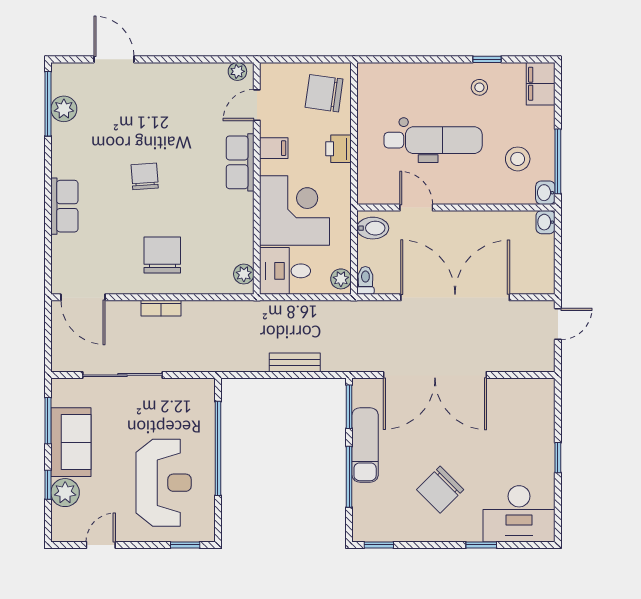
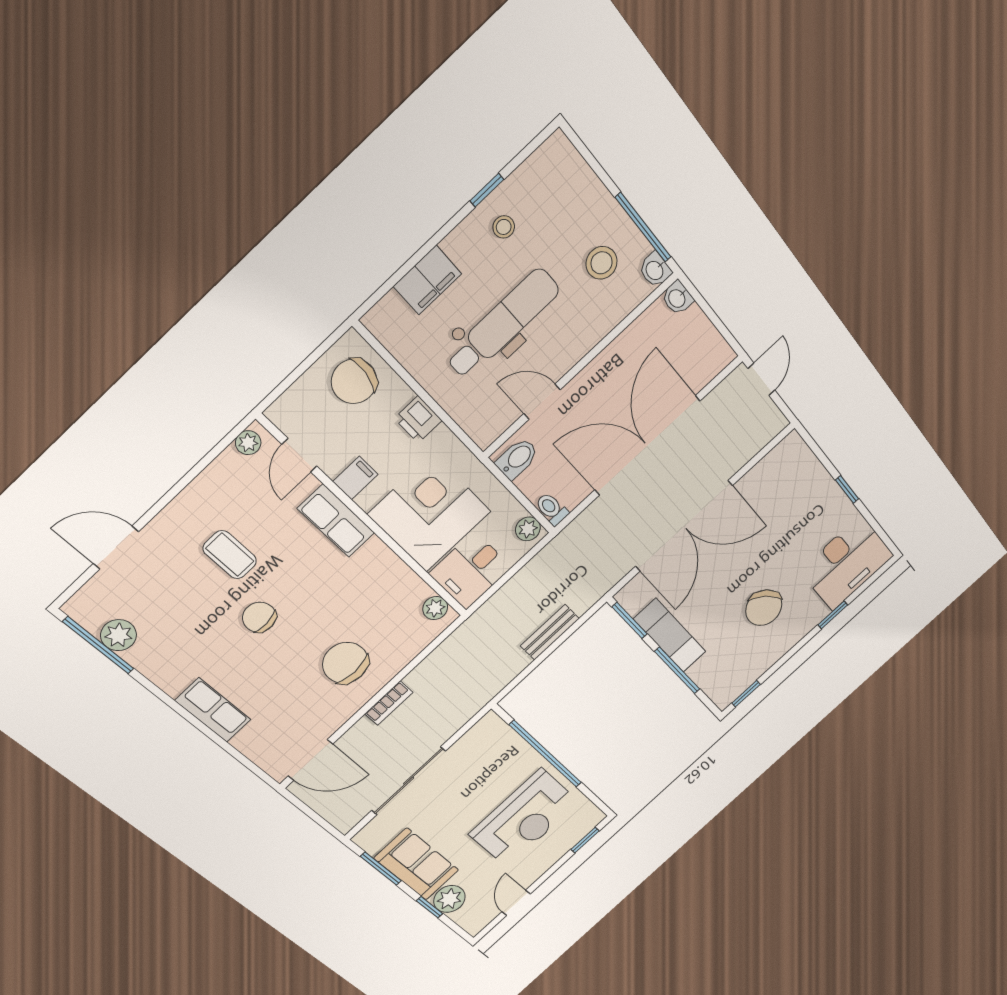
filing cabinet: (541, 84) -> (427, 280), moved, turned -90
coffee table: (166, 123) -> (230, 555), added
reception desk: (164, 483) -> (524, 818), turned 90

